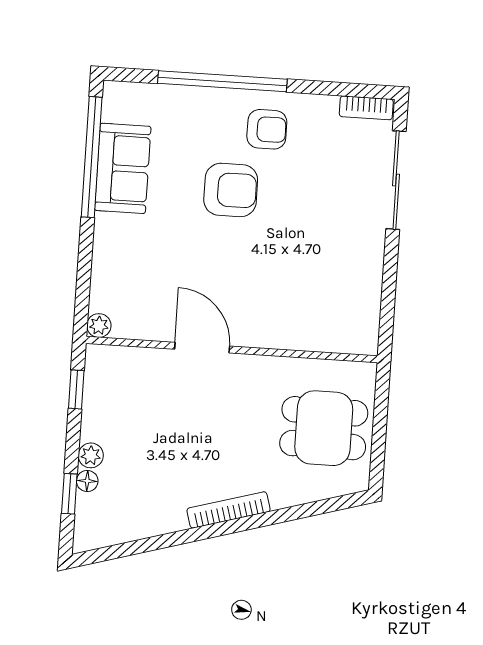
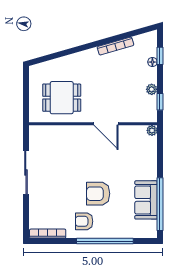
bookcase: (366, 108) -> (48, 234), width x1.56
sliding door: (396, 180) -> (26, 172), moved
dining table: (324, 428) -> (62, 98), moved
plant: (91, 455) -> (152, 89), moved
bookcase: (229, 510) -> (115, 46), moved

